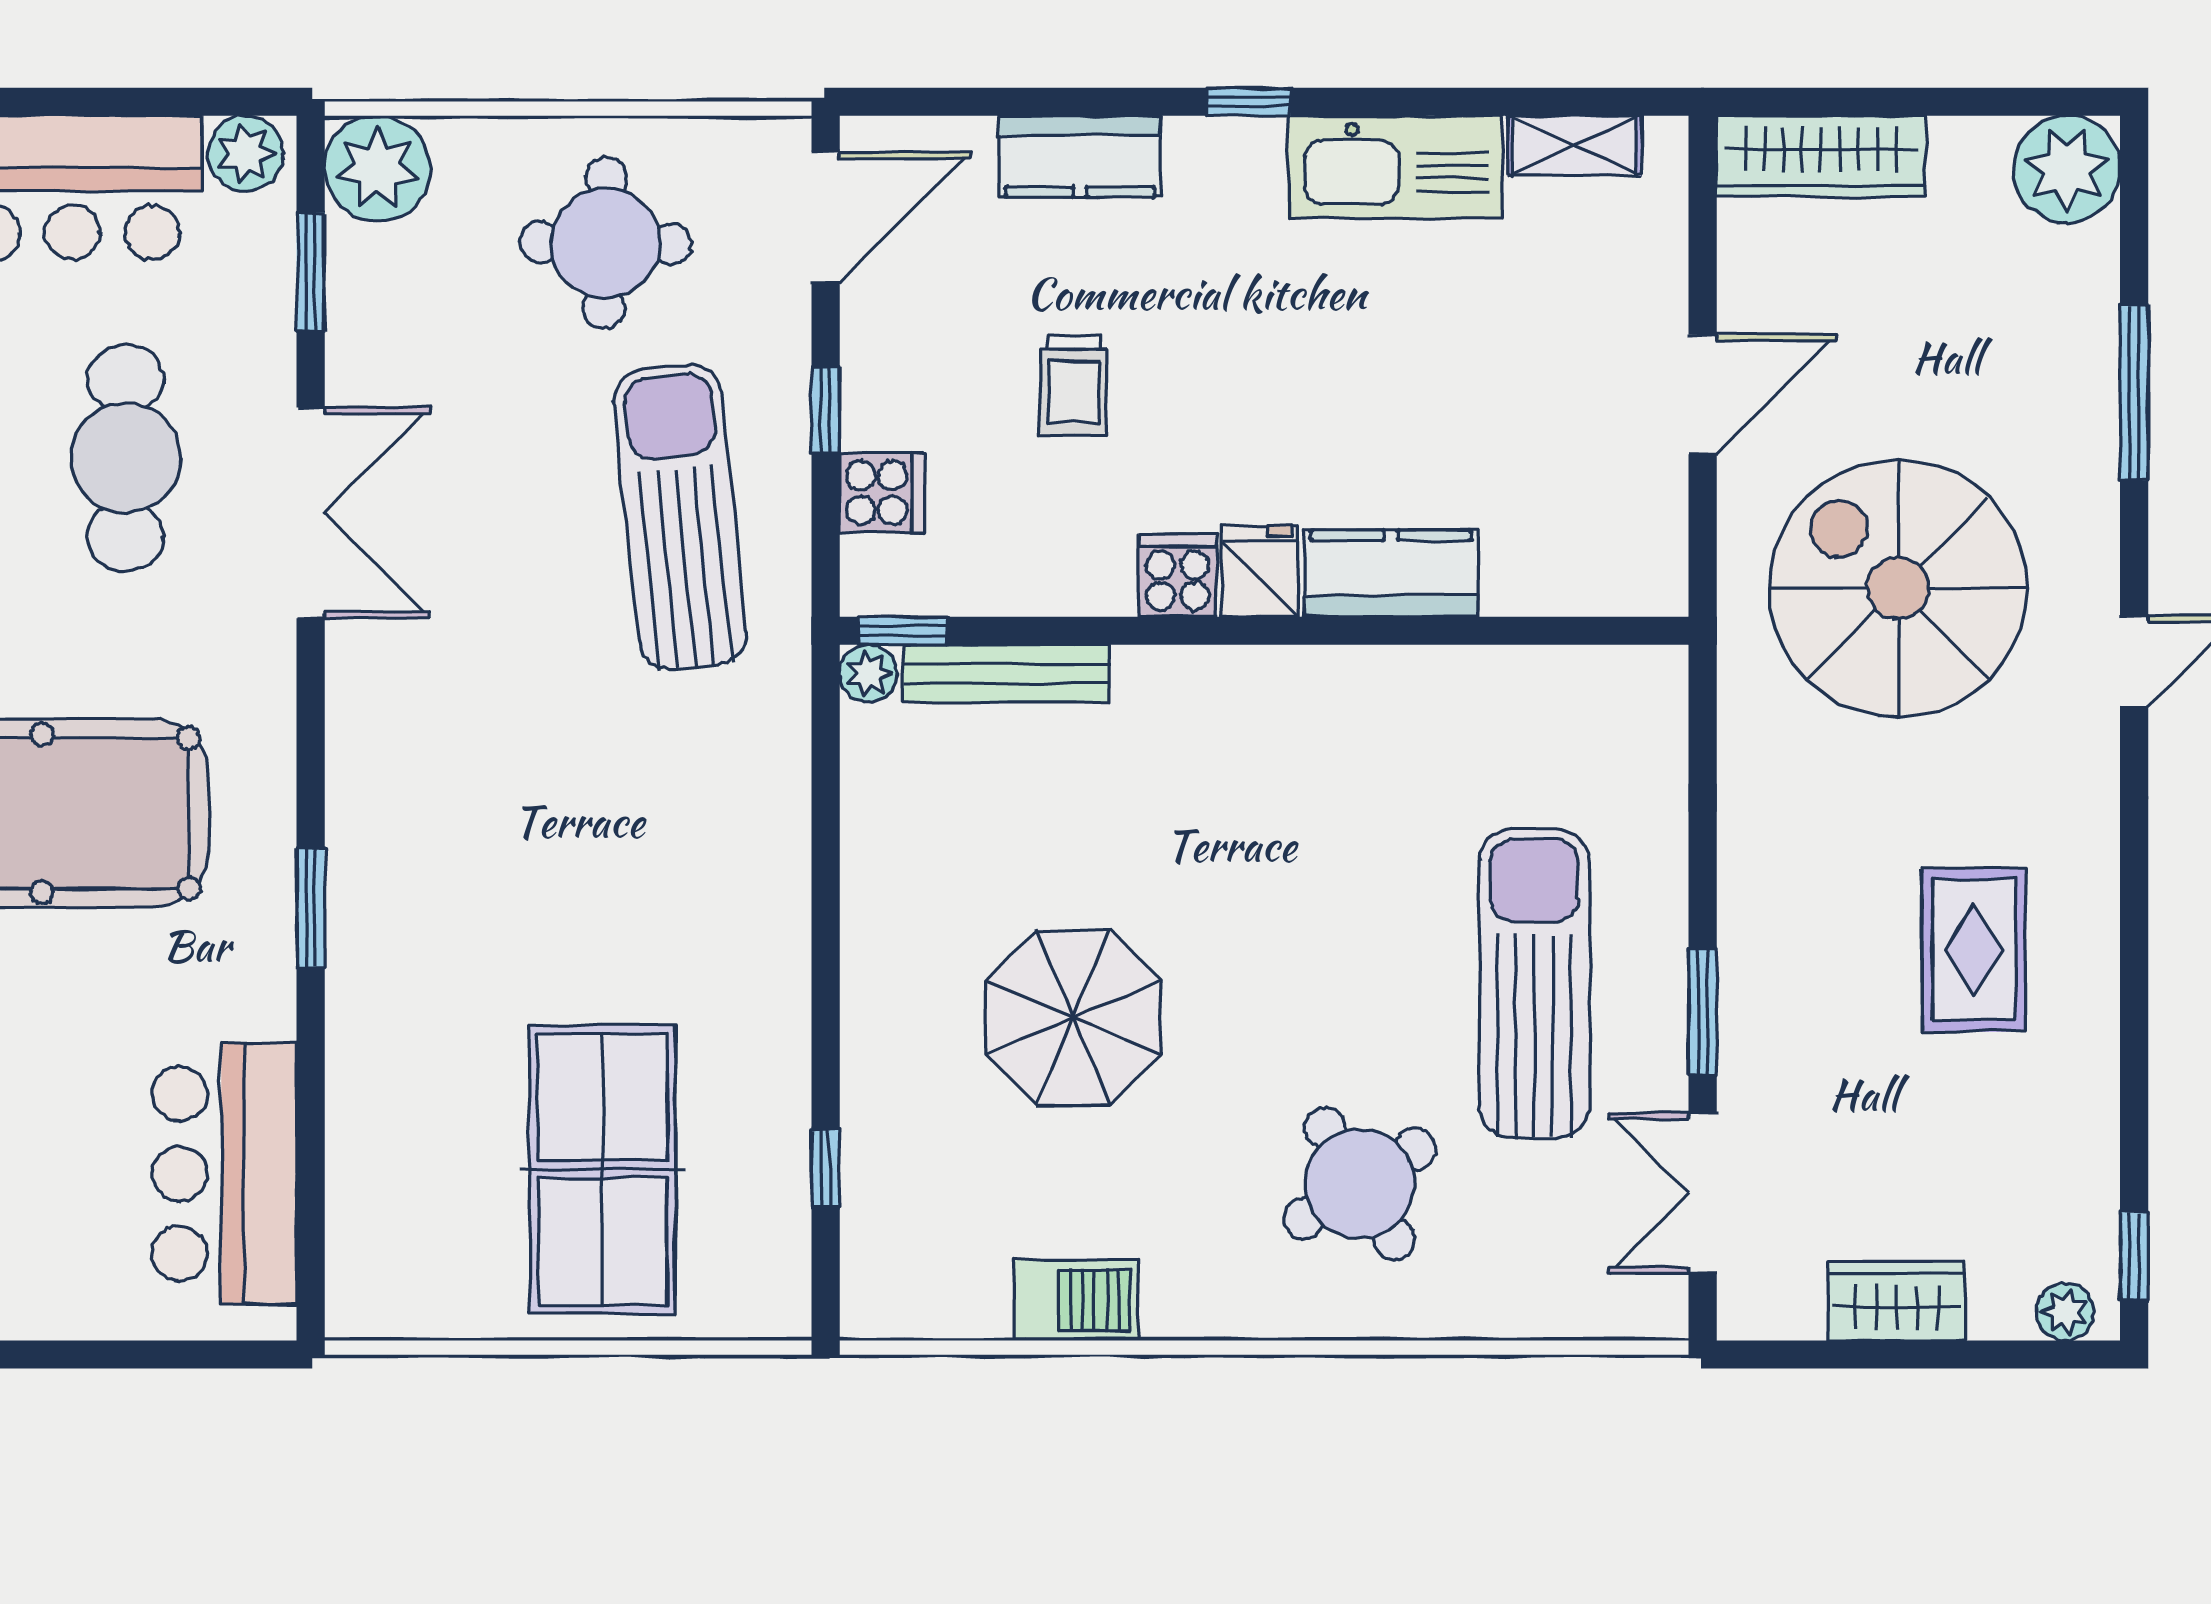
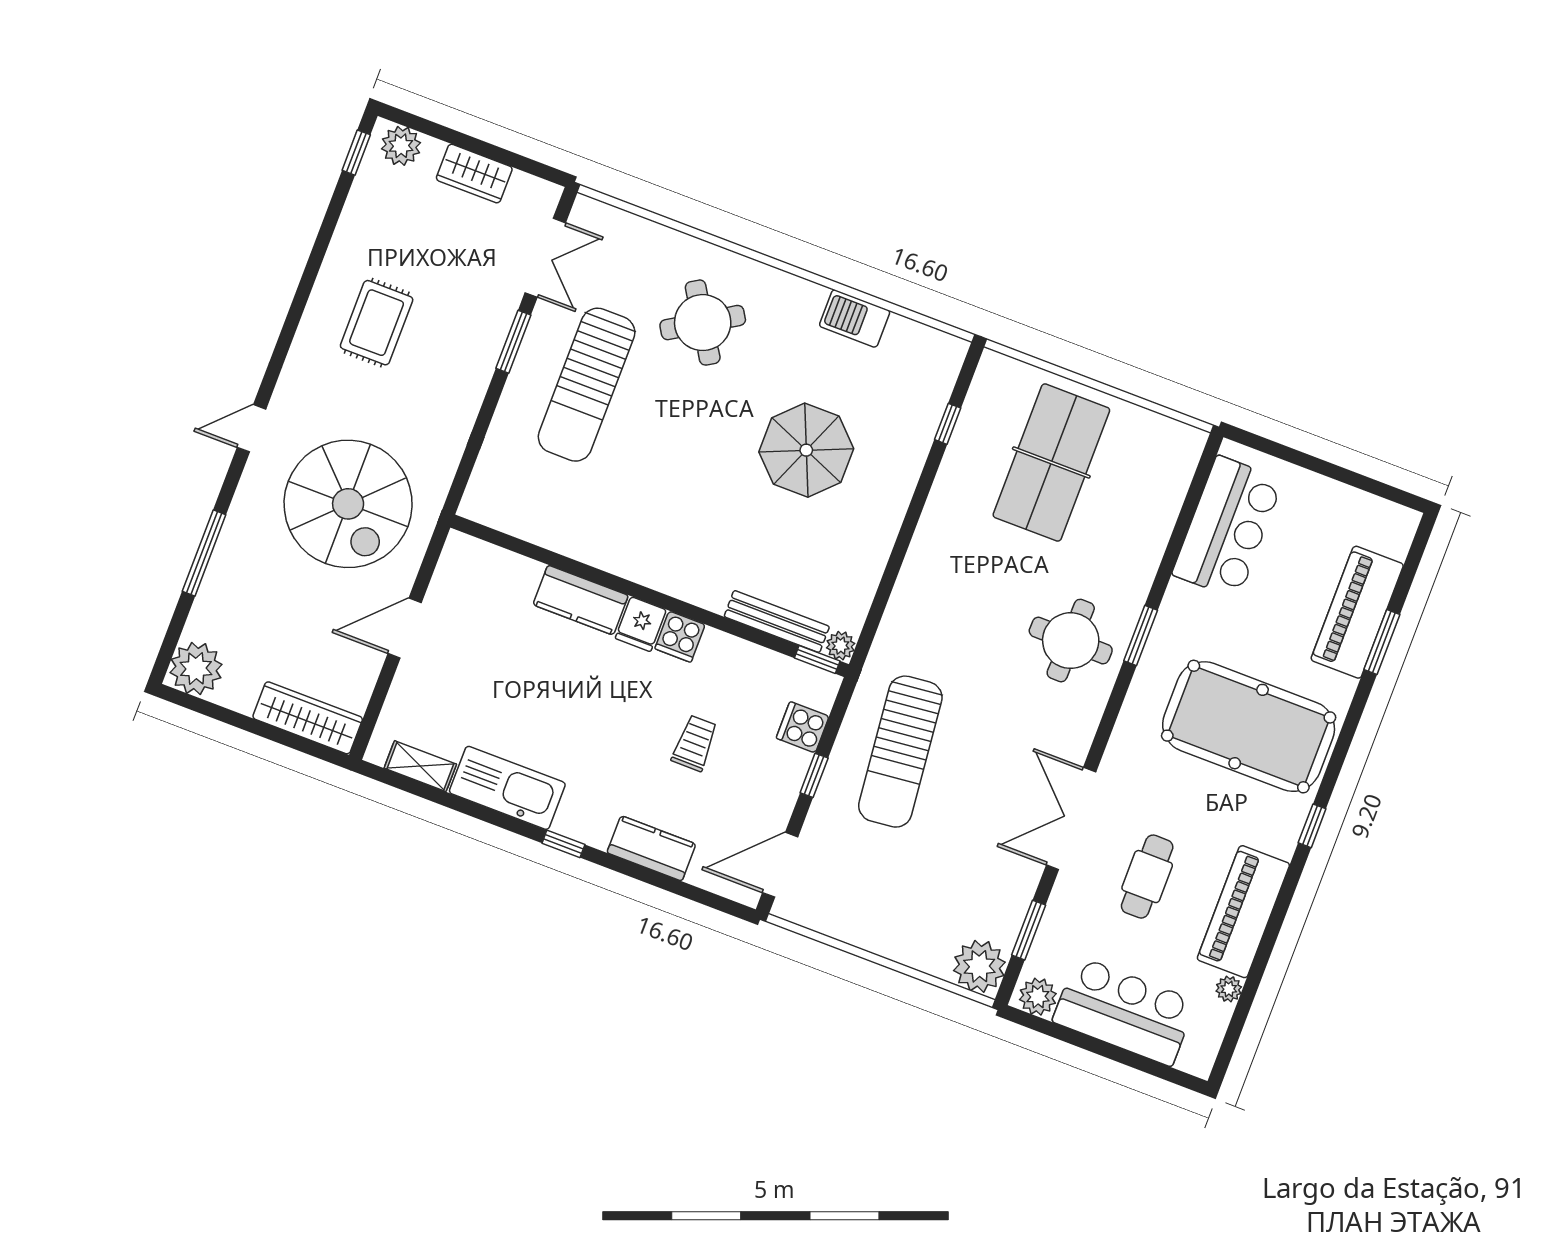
round table: (605, 243) -> (1071, 641), moved
cafe table: (126, 458) -> (1147, 877), width x0.73, depth x0.74
plant: (2065, 1312) -> (401, 146), width x1.38, depth x1.38

